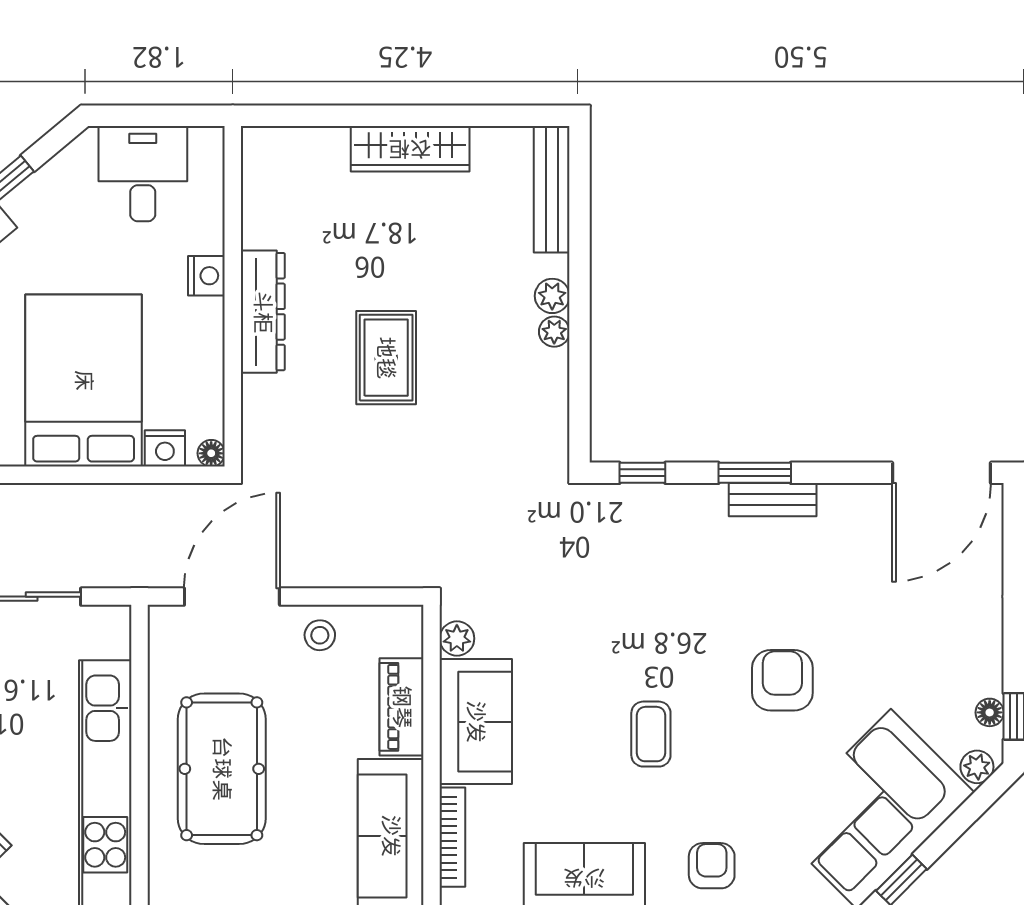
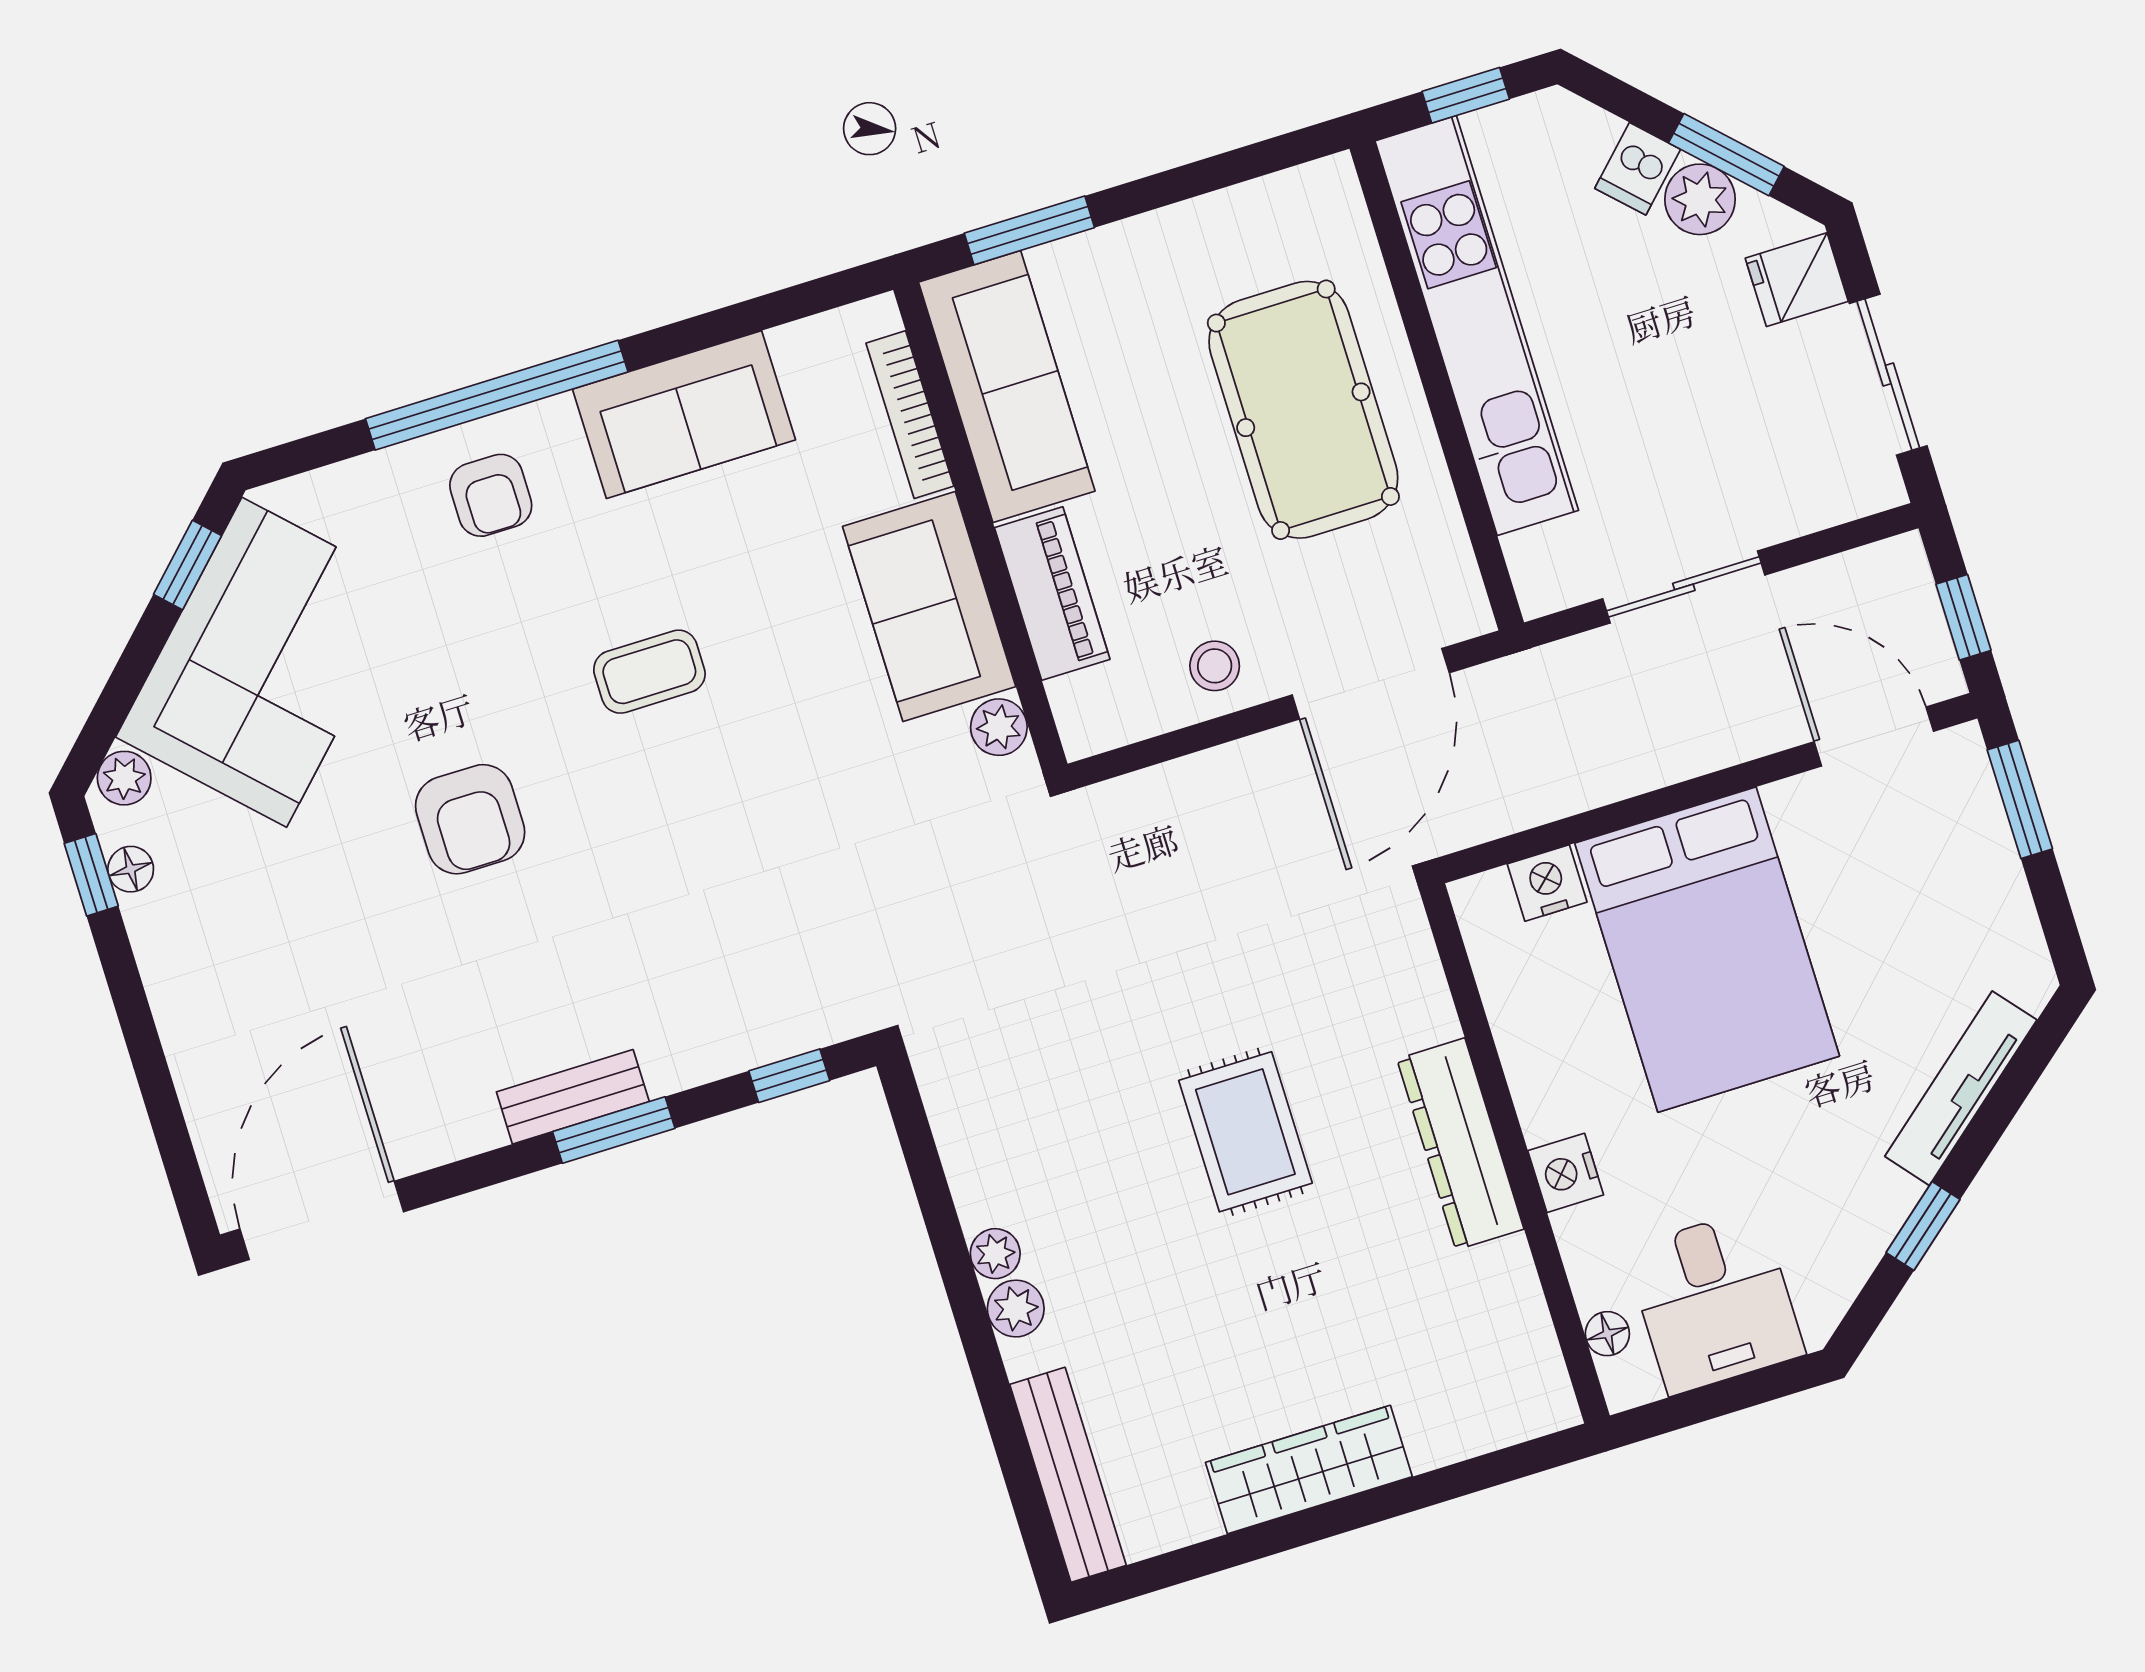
floor lamp: (211, 453) -> (1607, 1334), moved
coffee table: (651, 734) -> (649, 672), turned 90

